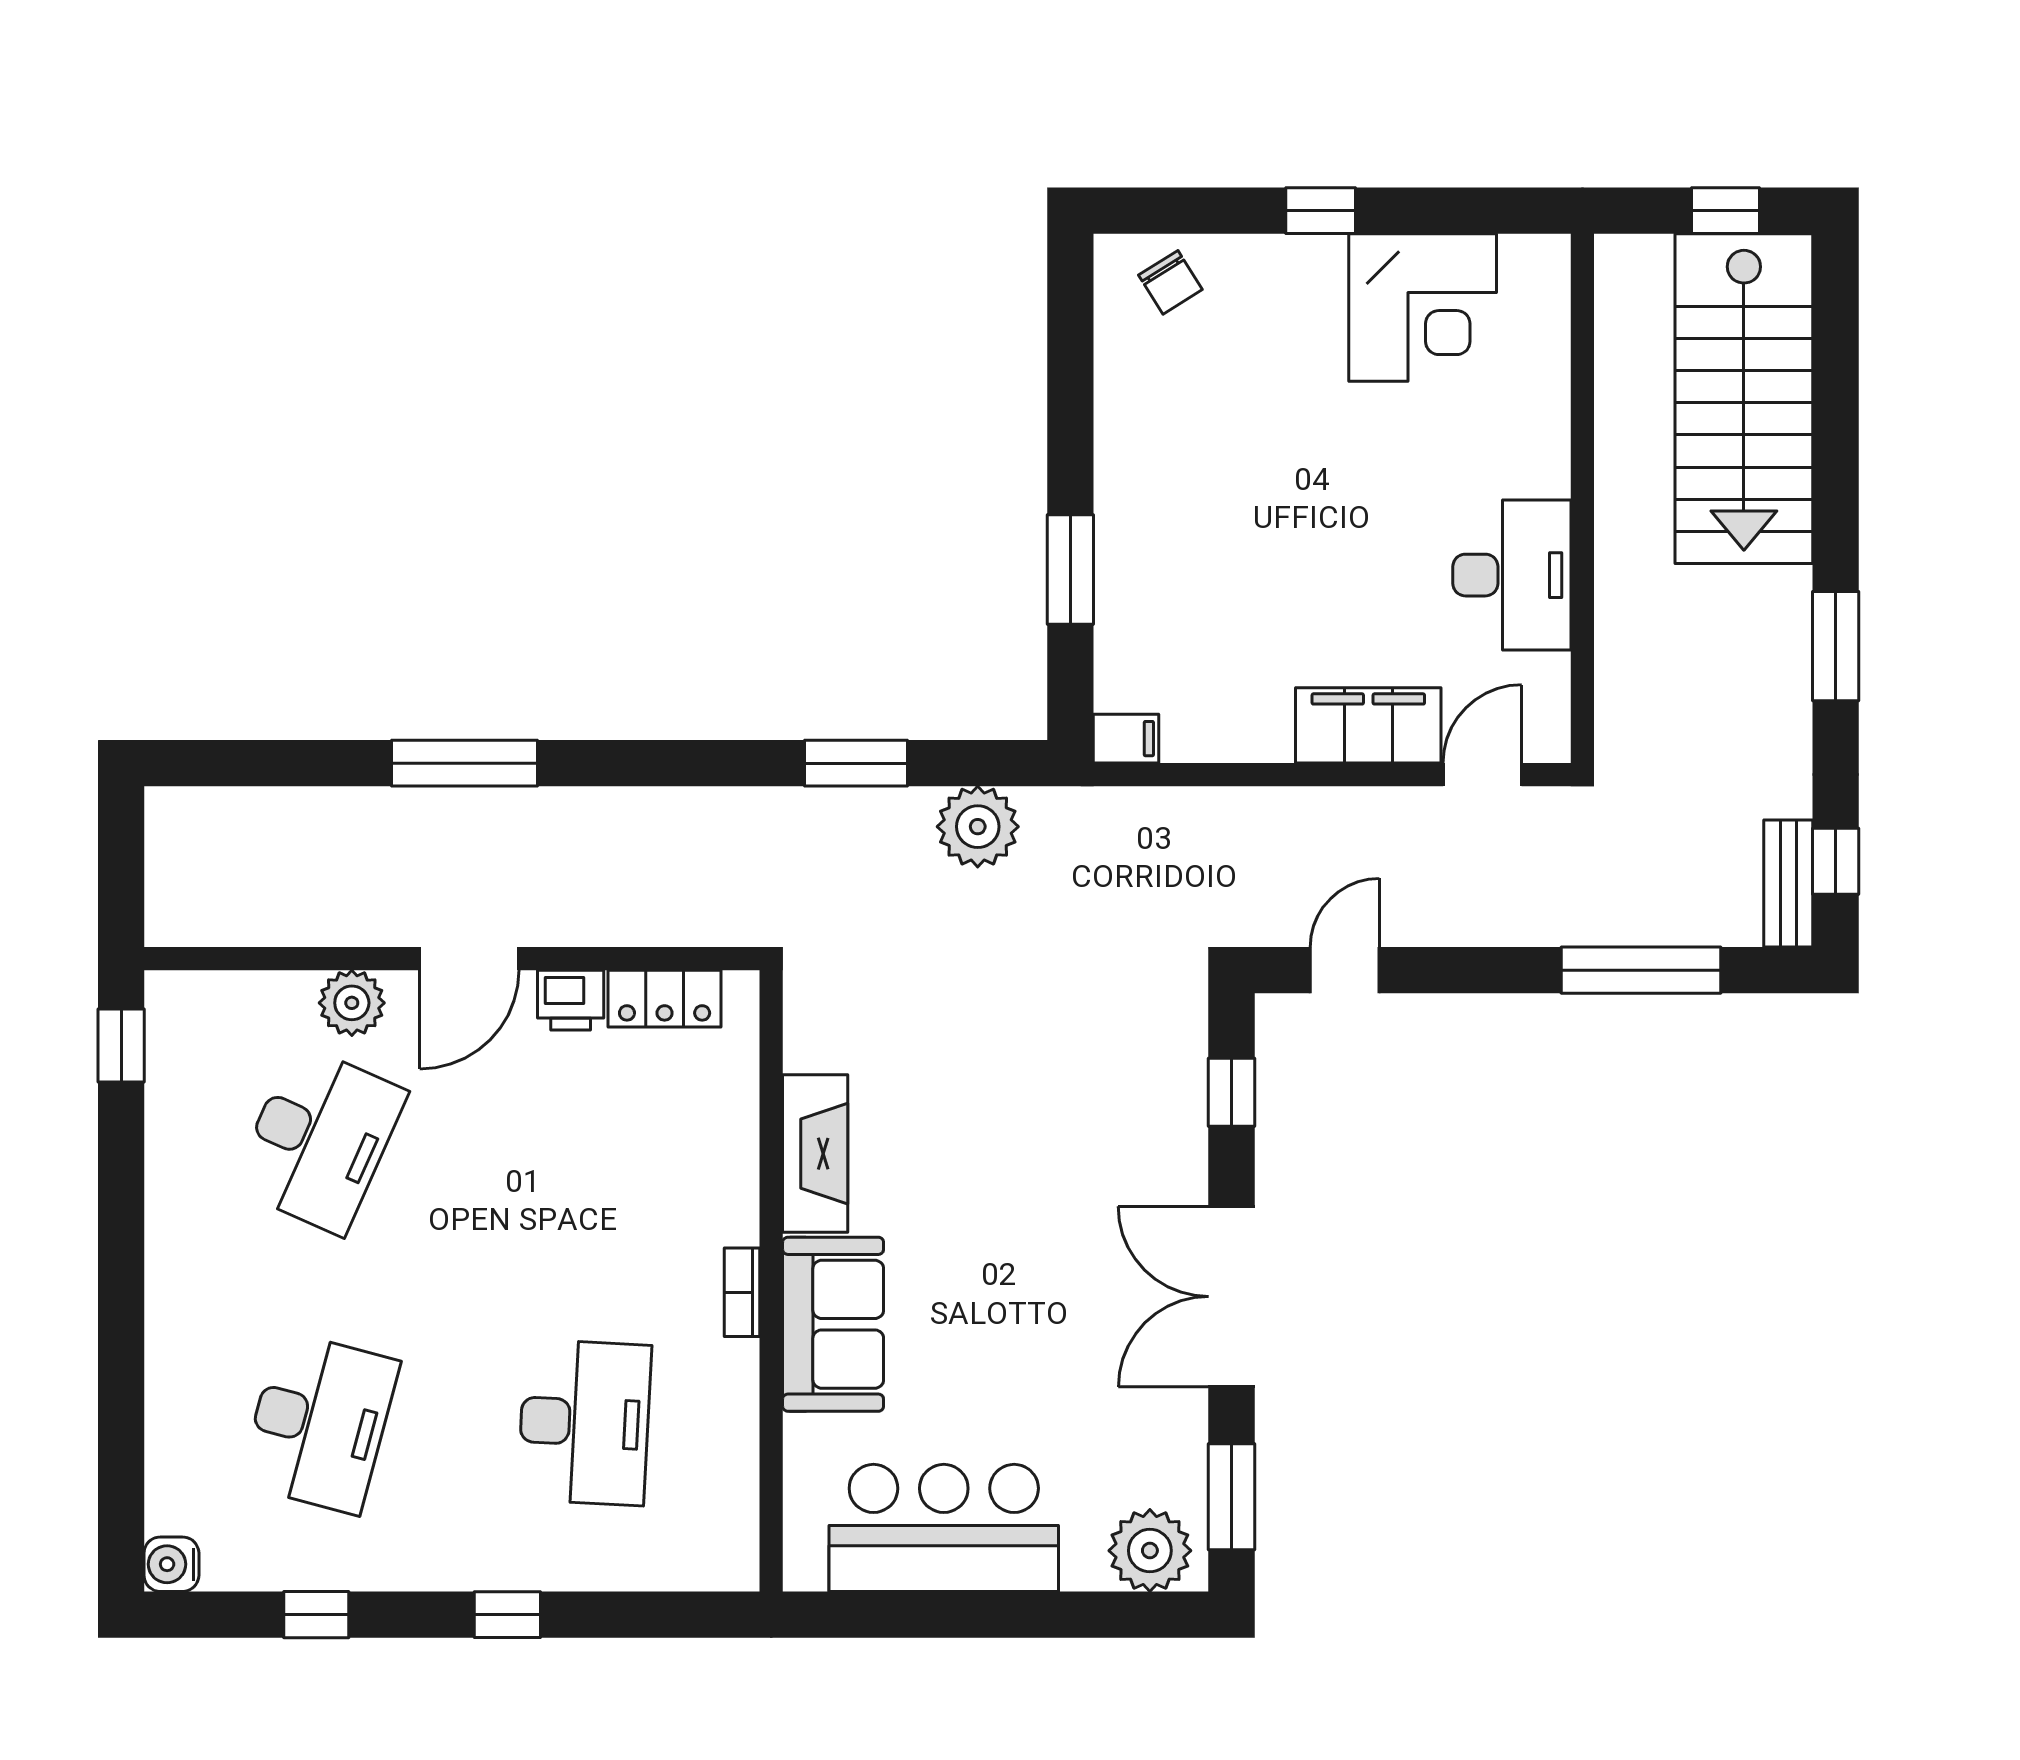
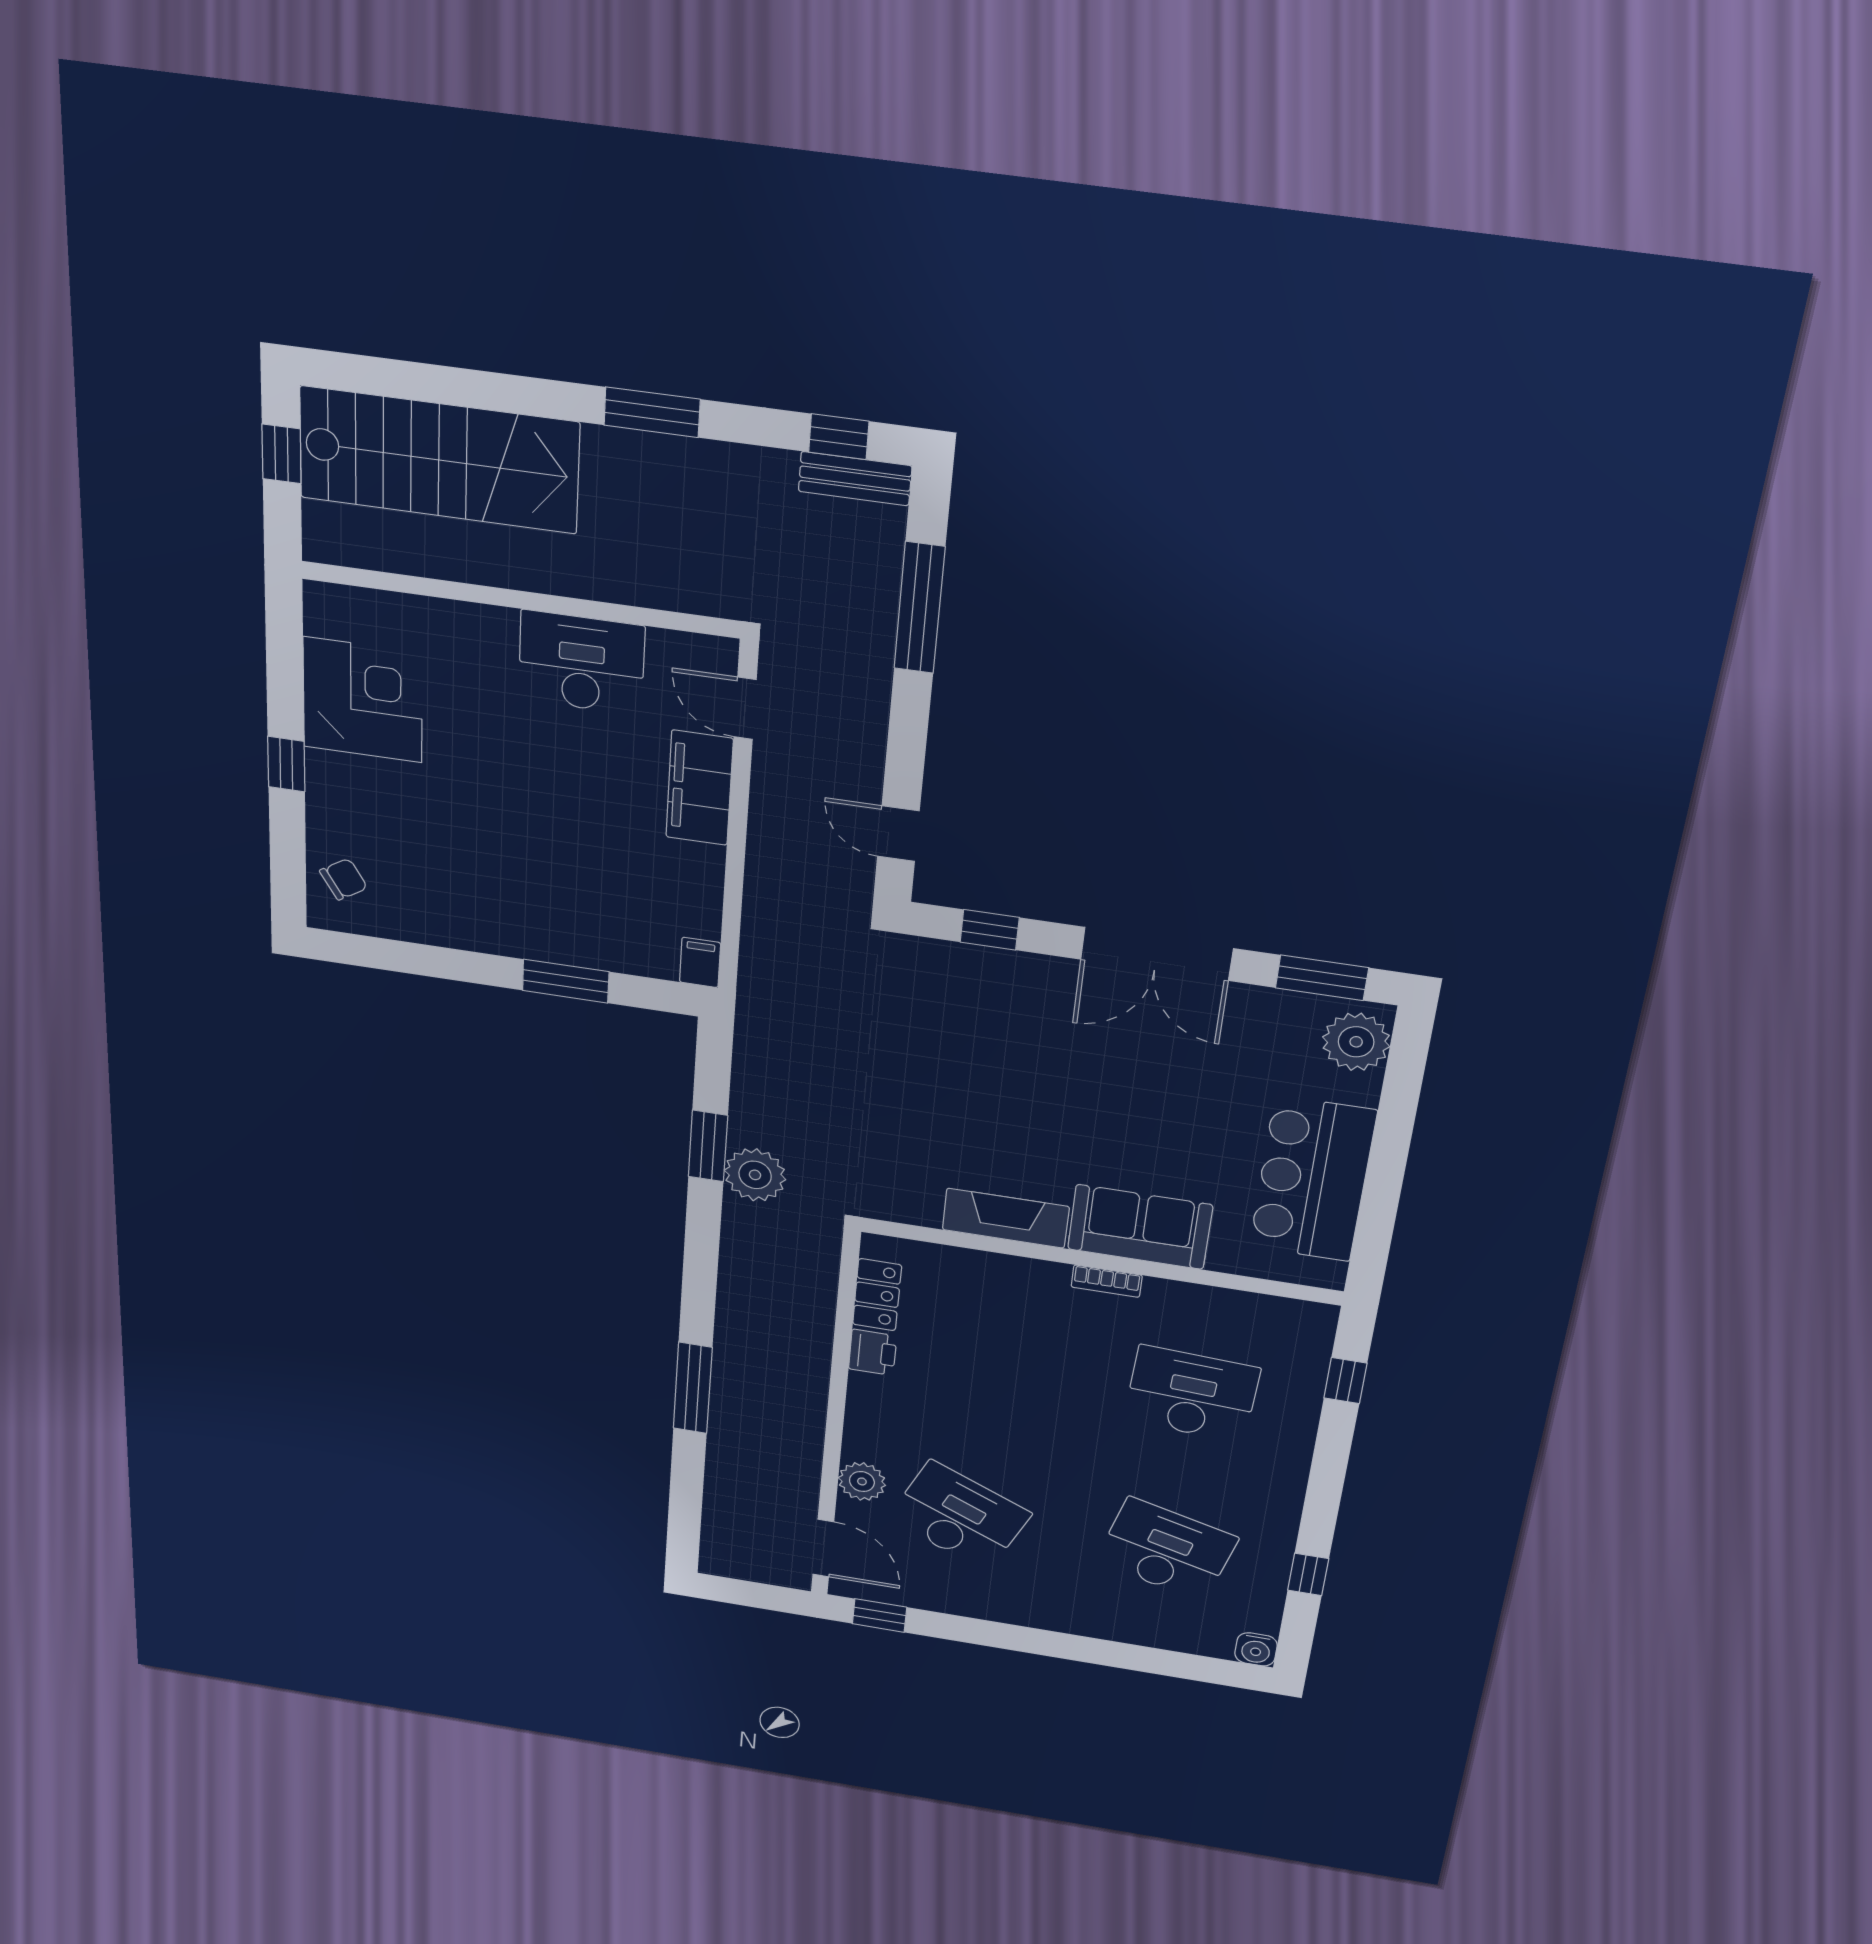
plant: (978, 827) -> (755, 1175), moved
door: (469, 959) -> (823, 1548), moved
window: (507, 1615) -> (1345, 1381), moved

